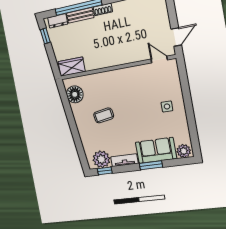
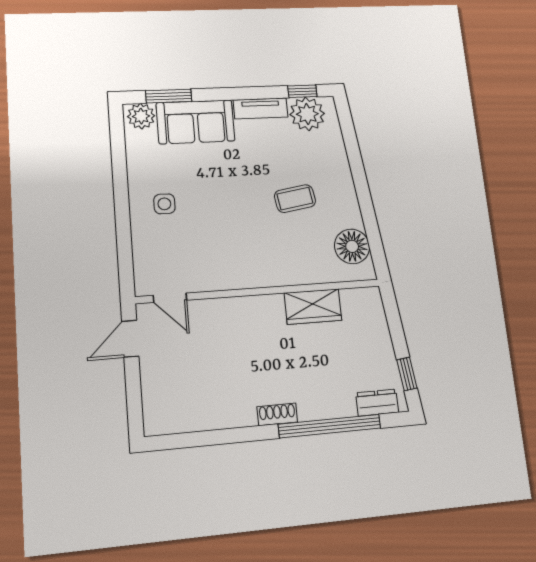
bench: (80, 15) -> (327, 408), removed
wardrobe: (72, 67) -> (313, 307), moved
window: (151, 165) -> (169, 96), moved

